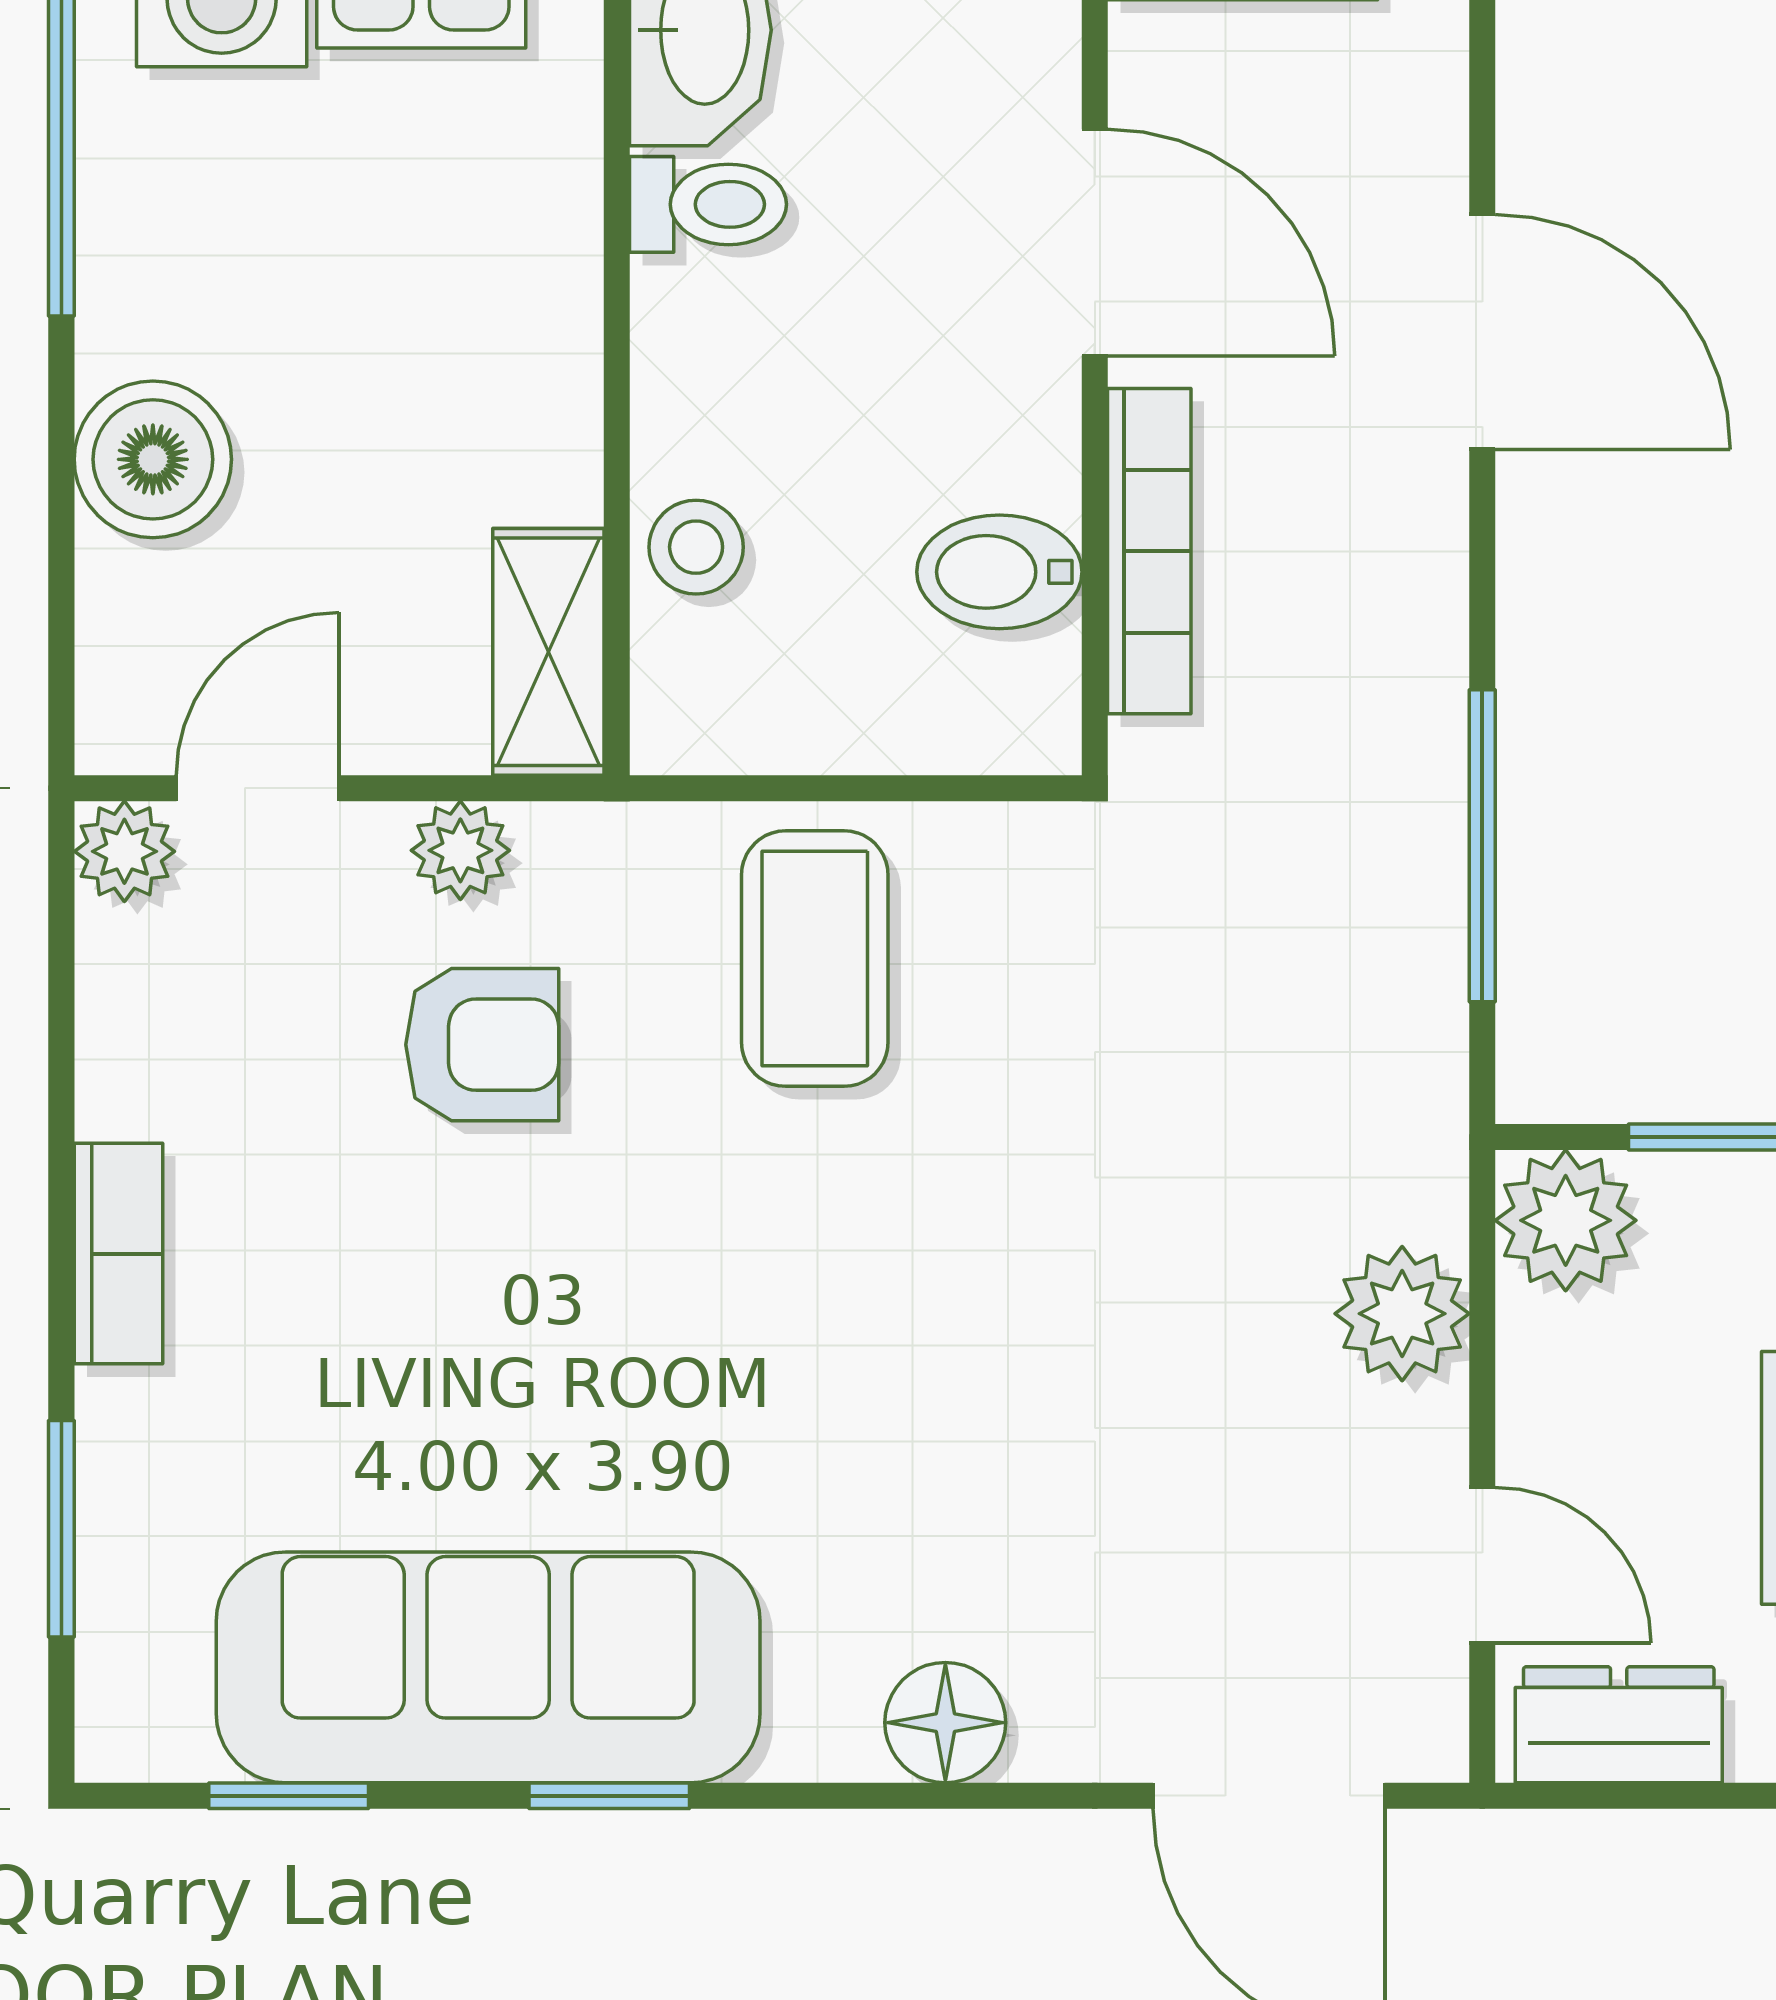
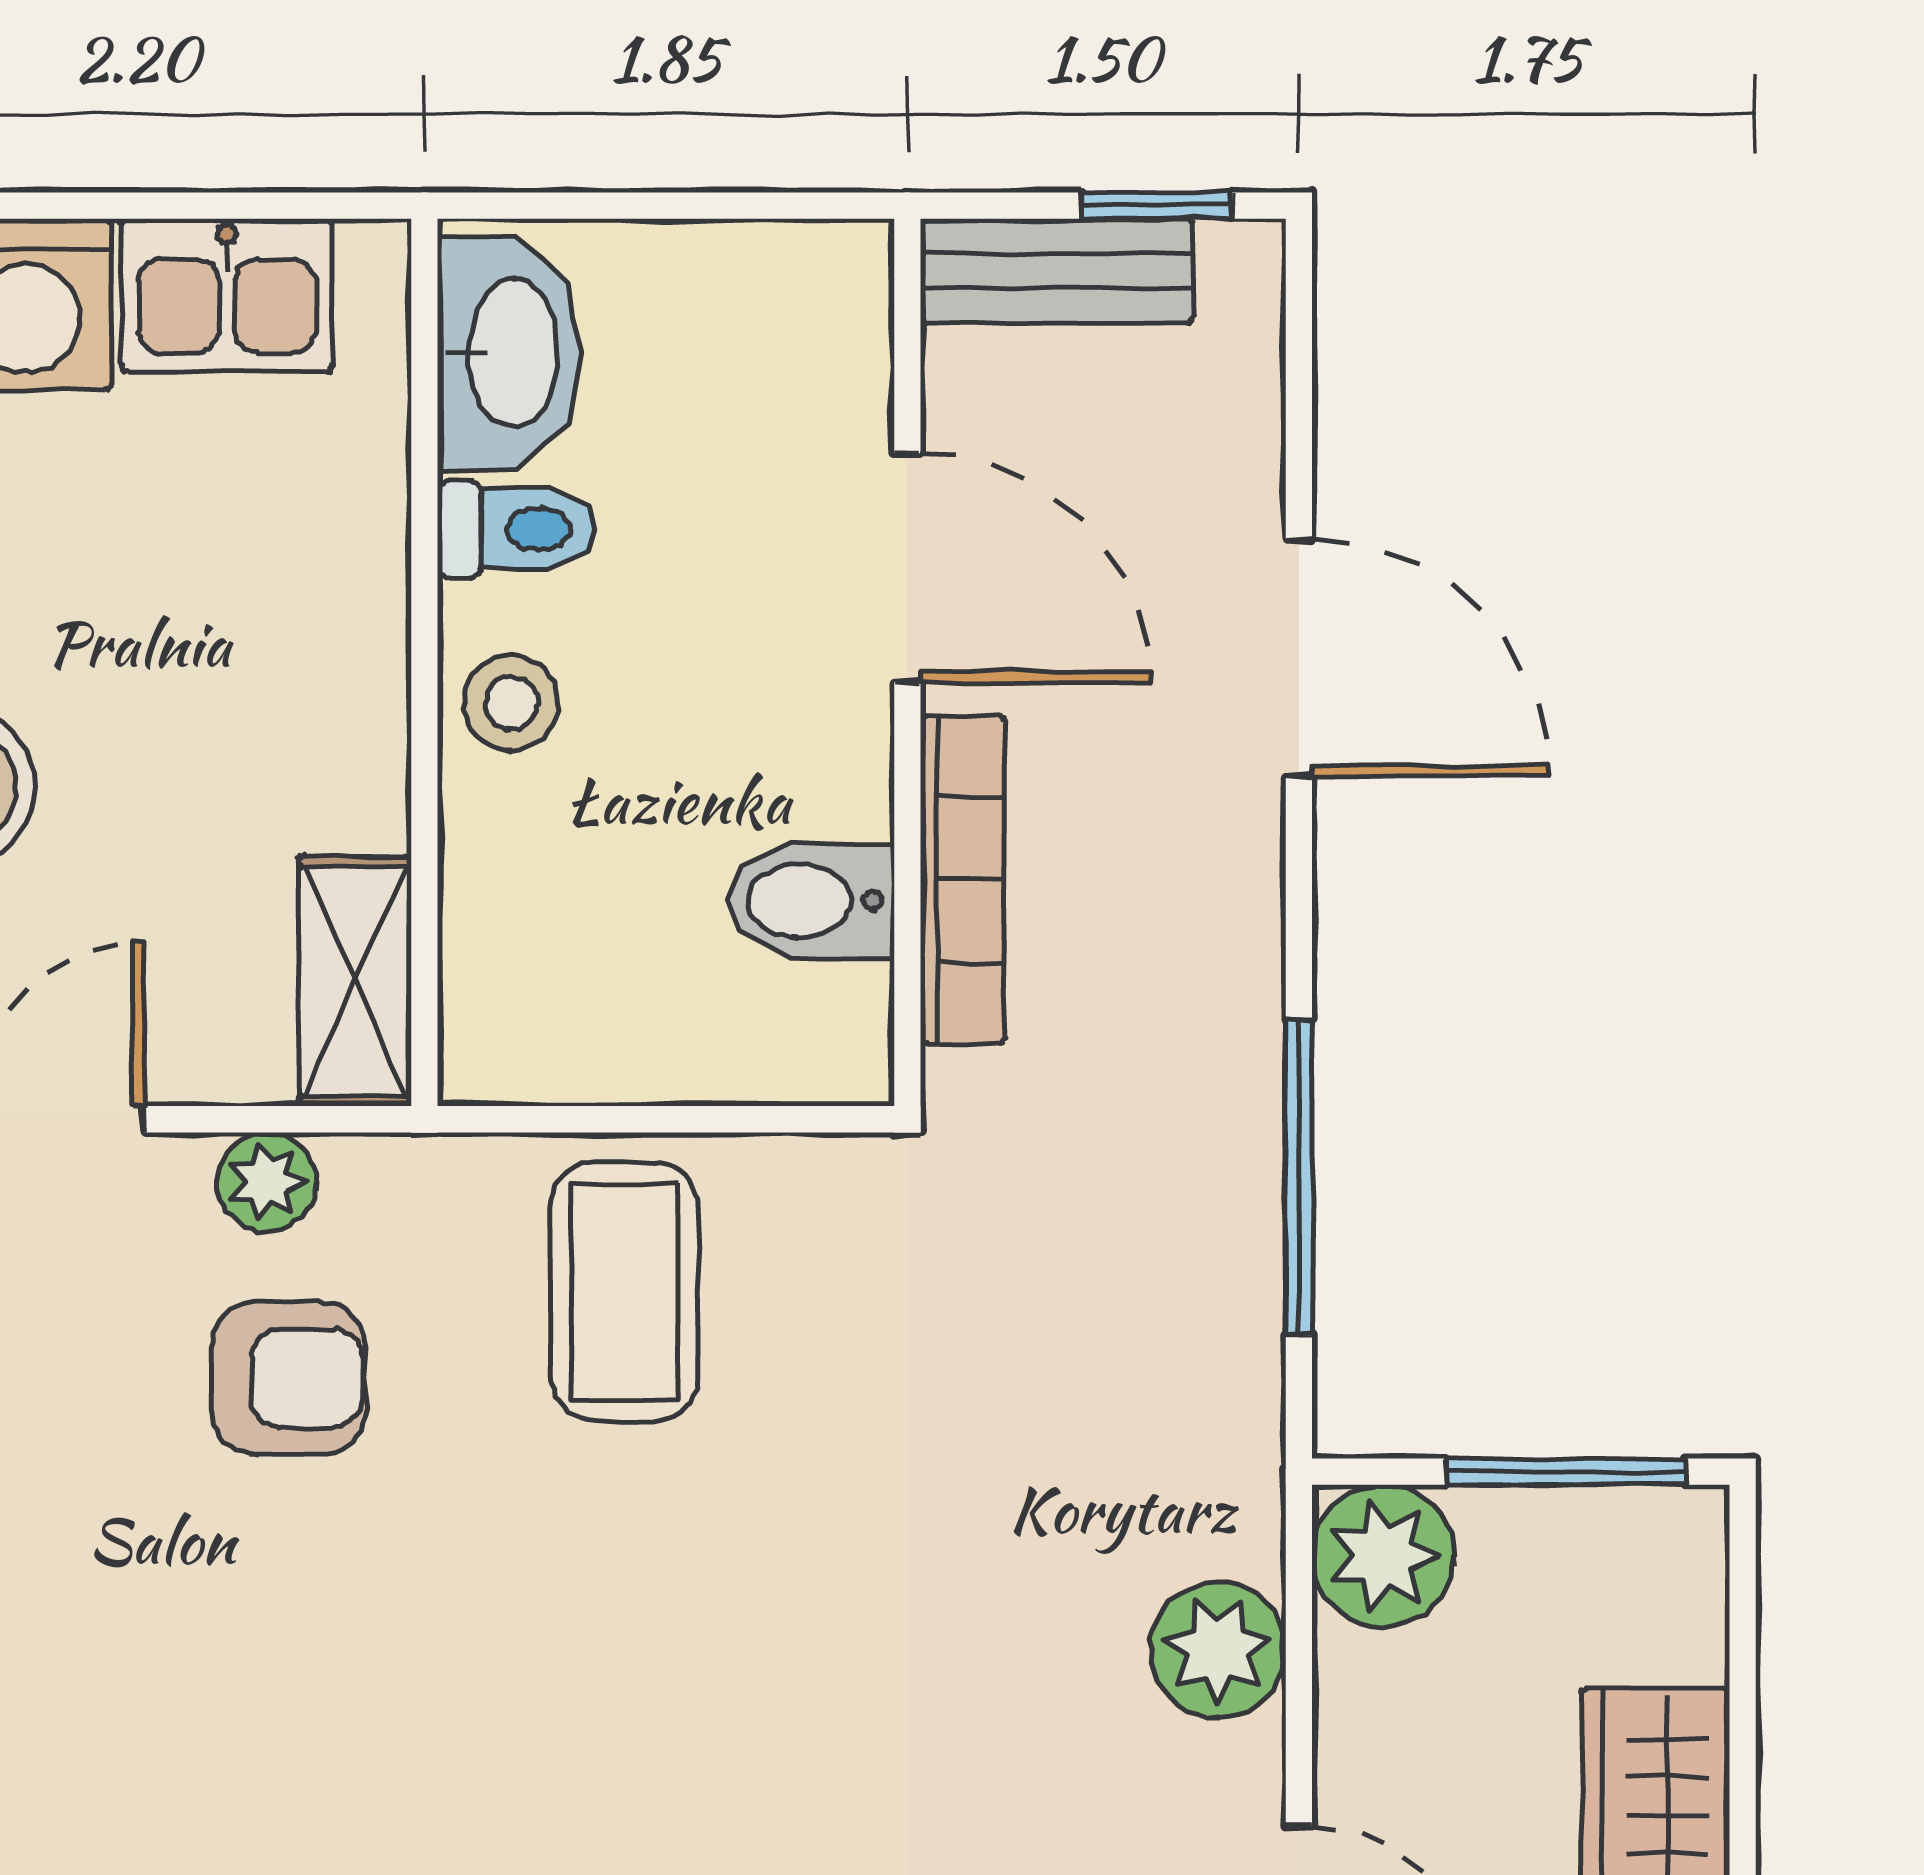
stool: (696, 547) -> (511, 703), moved

